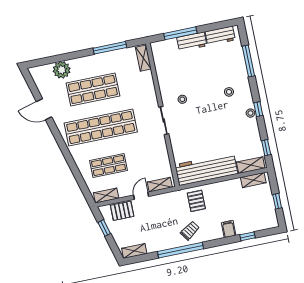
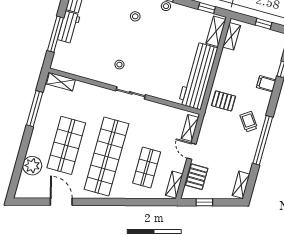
door: (44, 109) -> (61, 202), swing flipped

